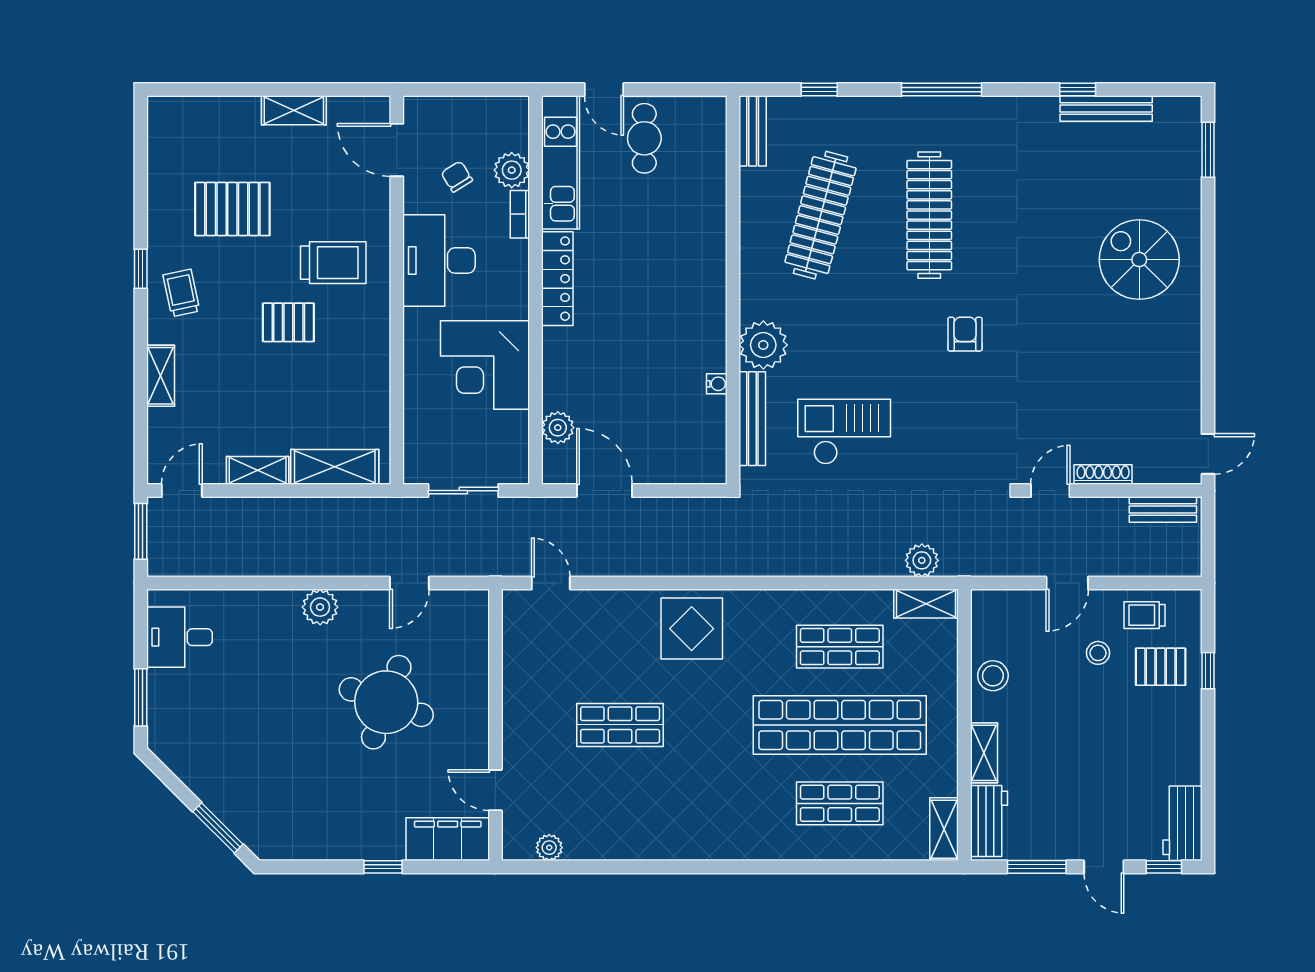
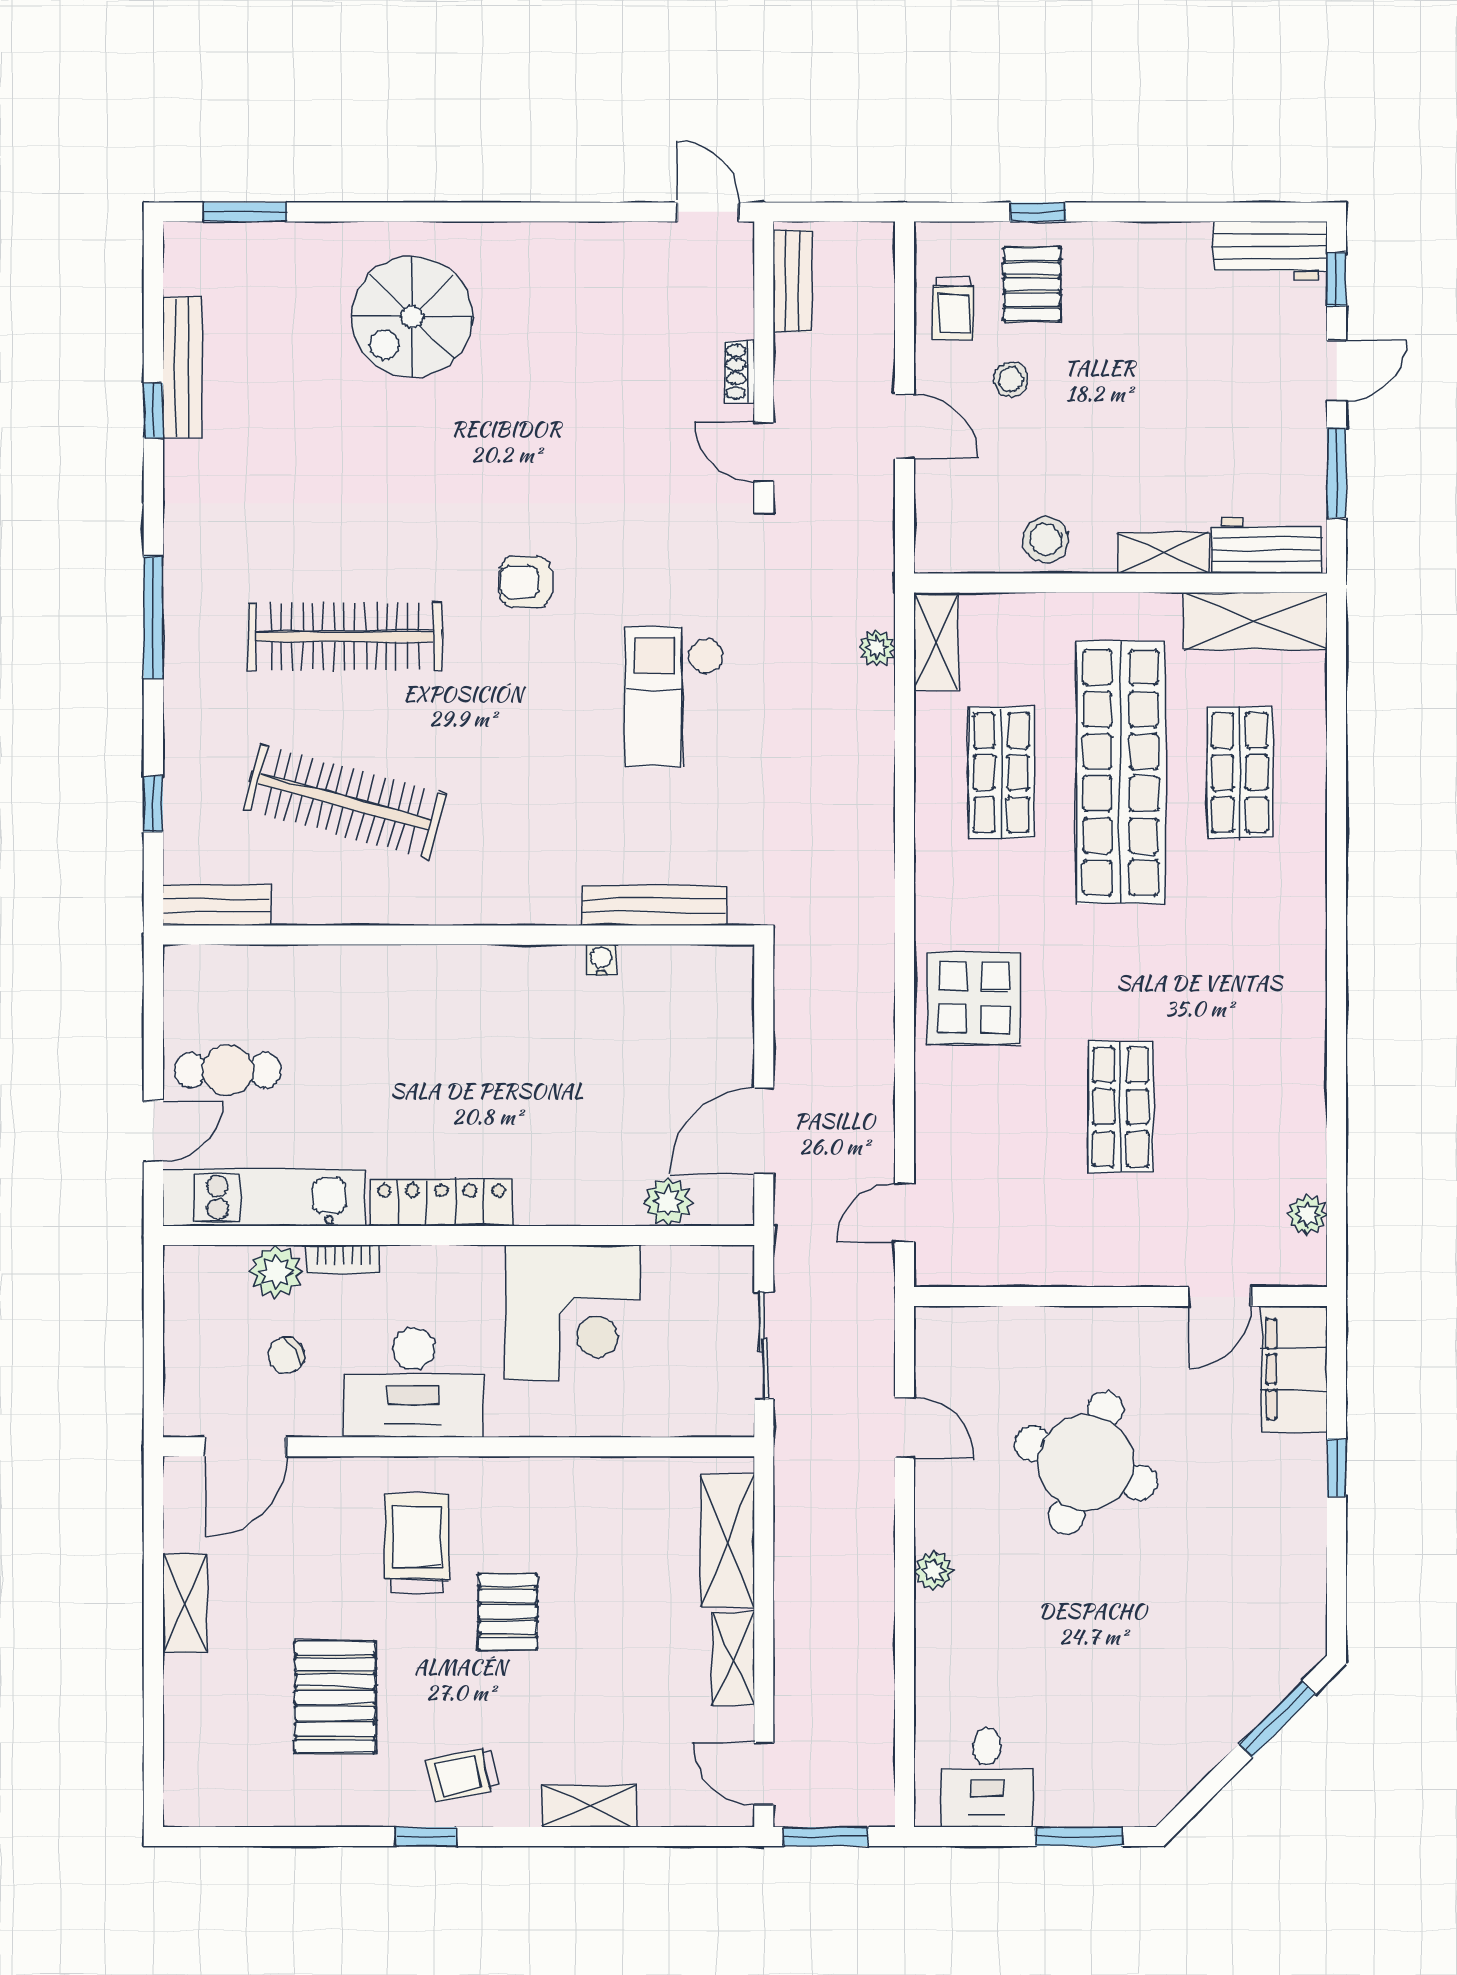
plant: (763, 345) -> (542, 889), removed
checkout: (844, 432) -> (674, 697), moved
shoe rack: (1103, 475) -> (739, 372), width x0.70
plant: (922, 560) -> (877, 648), width x0.73, depth x0.73
plant: (320, 607) -> (934, 1571), width x0.73, depth x0.73
shelving: (944, 829) -> (1255, 621), width x1.50, depth x1.33

